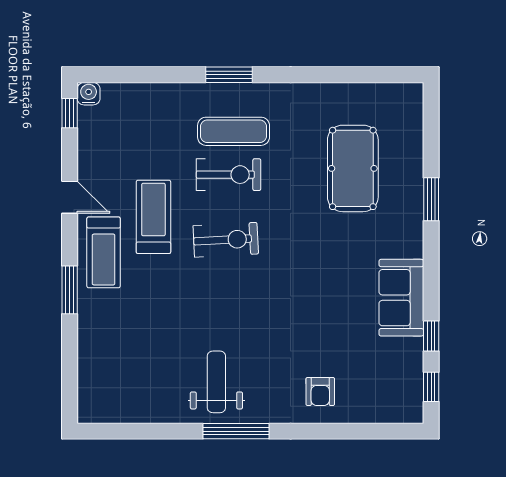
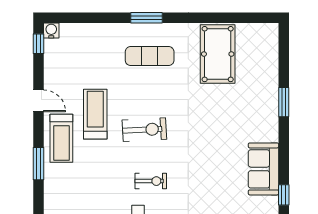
pool table: (353, 168) -> (218, 54), moved
exercise bike: (229, 175) -> (151, 181), moved, width x0.73, depth x0.72

